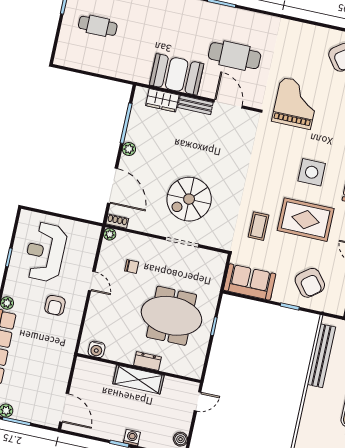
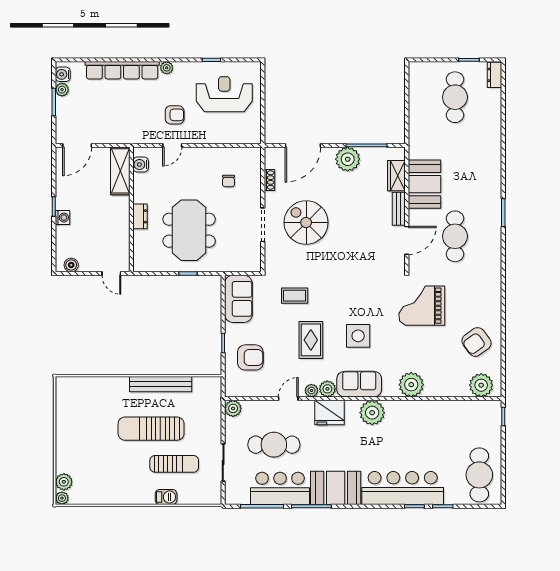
cafe table: (98, 26) -> (455, 97), width x1.37, depth x1.35
grand piano: (296, 103) -> (422, 306), turned 180
plant: (129, 149) -> (348, 159), width x1.87, depth x1.87
rug: (306, 220) -> (311, 340), width x0.73, depth x0.70
shoe rack: (117, 221) -> (269, 180), moved
plant: (110, 234) -> (255, 153), removed
door: (92, 281) -> (172, 145), moved
armchair: (310, 283) -> (250, 357), turned -142
armchair: (55, 305) -> (175, 115), turned 180
bench: (321, 356) -> (161, 384), moved
shelving: (138, 380) -> (120, 171), moved

